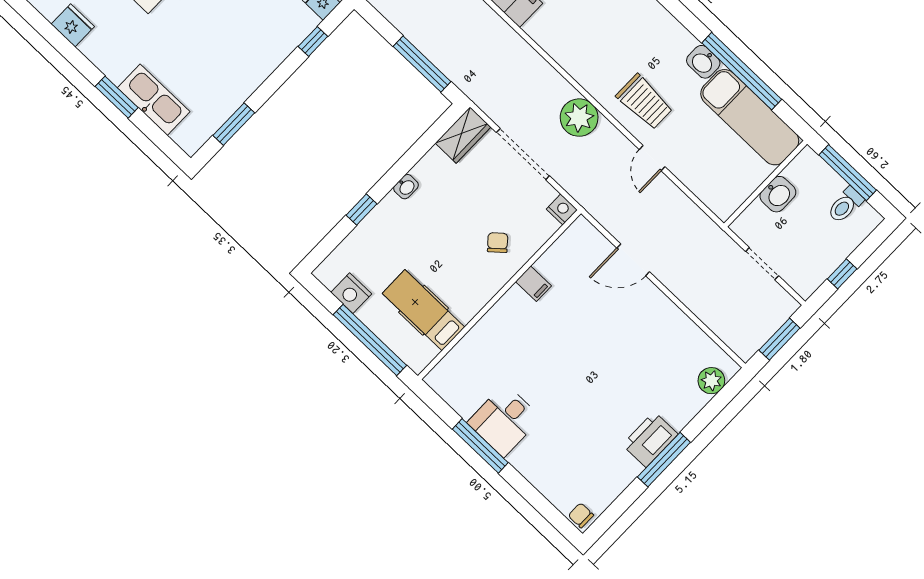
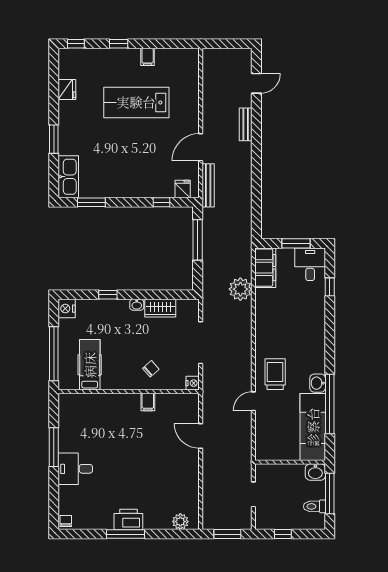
window: (422, 64) -> (198, 240), moved
kitchen sink: (154, 100) -> (68, 177), moved
trolley: (644, 102) -> (275, 374), turned 180
plant: (579, 118) -> (240, 289), moved
wardrobe: (463, 135) -> (160, 308), moved
washbasin: (778, 194) -> (315, 472), moved
nightstand: (351, 293) -> (67, 309), moved
desk: (504, 420) -> (75, 469), moved

